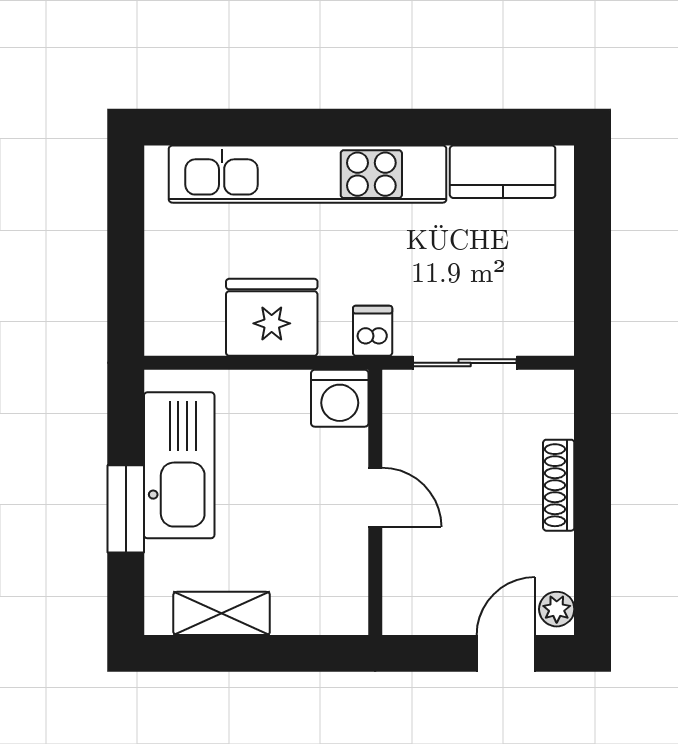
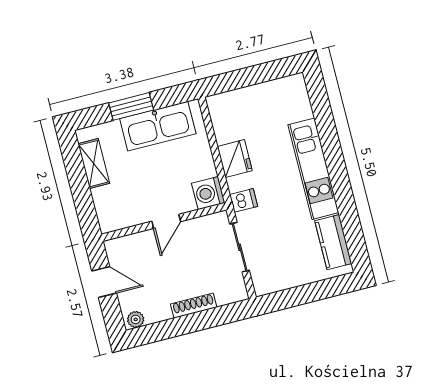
kitchen unit: (308, 174) -> (313, 169), width x0.73
fridge: (272, 317) -> (235, 159), width x0.73, depth x0.75
door: (506, 653) -> (104, 282), moved

